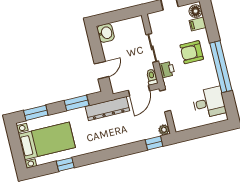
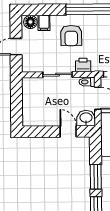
washbasin: (106, 33) -> (86, 118), moved
window: (77, 103) -> (96, 177), moved

